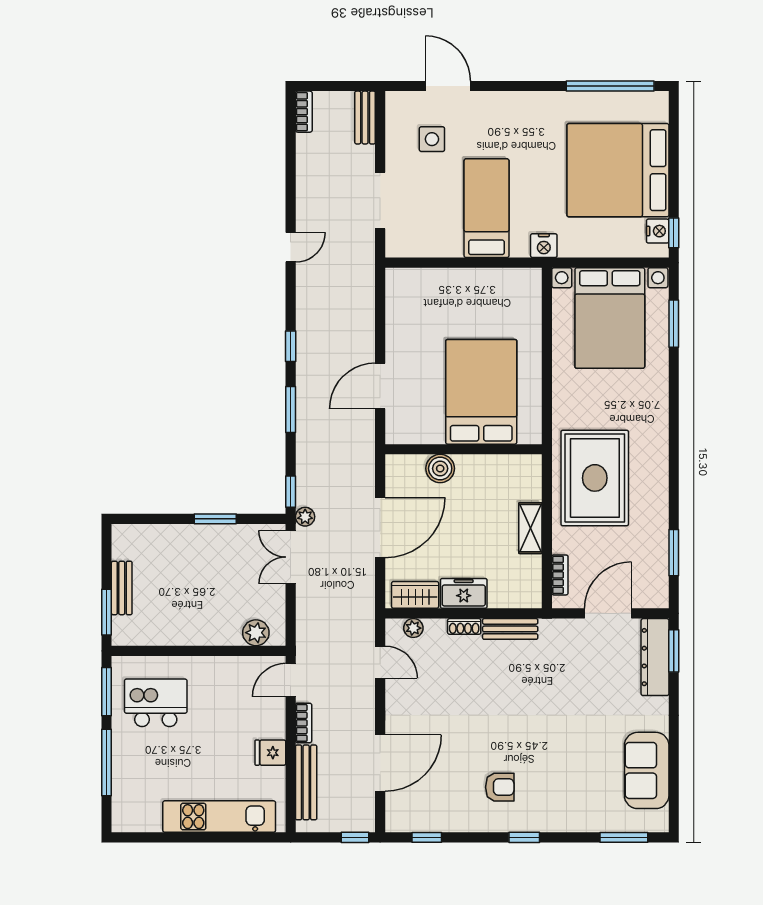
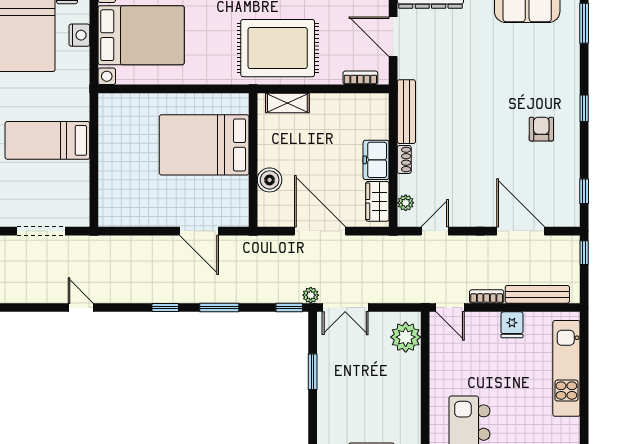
nightstand: (544, 246) -> (79, 35), moved
shelving: (530, 528) -> (287, 103), moved
bench: (510, 629) -> (406, 112), width x1.36
plant: (256, 633) -> (406, 337), width x1.36, depth x1.36

